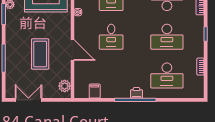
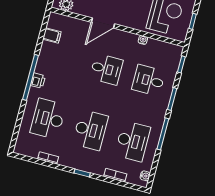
desk: (111, 37) -> (106, 69), turned 180
desk: (167, 37) -> (90, 130), turned 180

